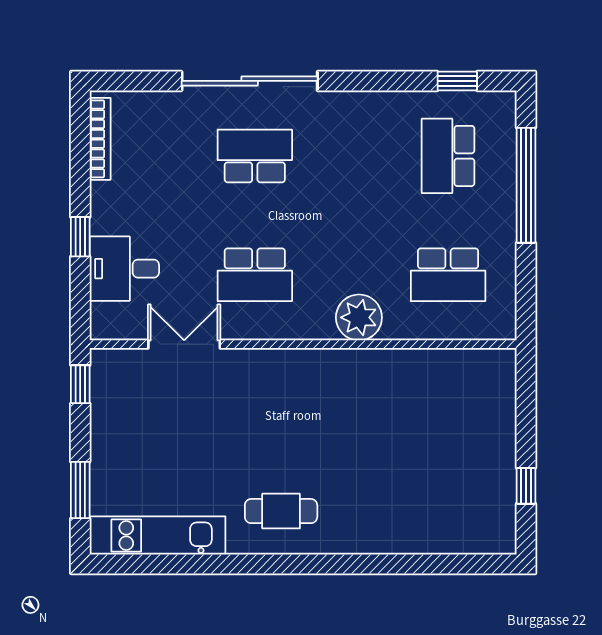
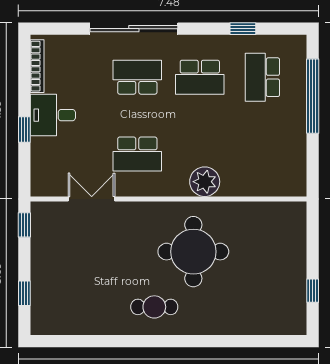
window: (457, 81) -> (243, 29), moved
desk: (124, 269) -> (53, 115), moved
school desk: (448, 275) -> (200, 77), moved
round table: (341, 426) -> (193, 252), added
window: (80, 490) -> (24, 293), width x0.67
kitchen unit: (157, 535) -> (74, 323), removed

